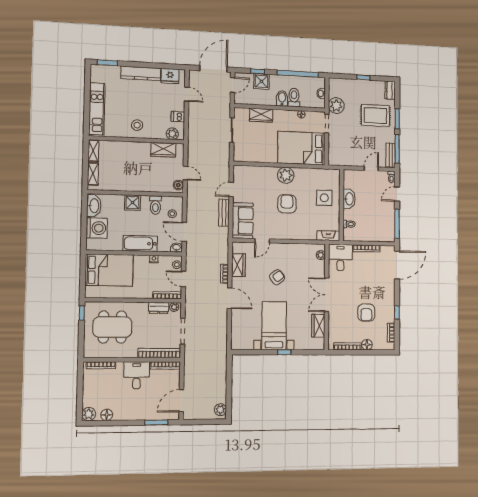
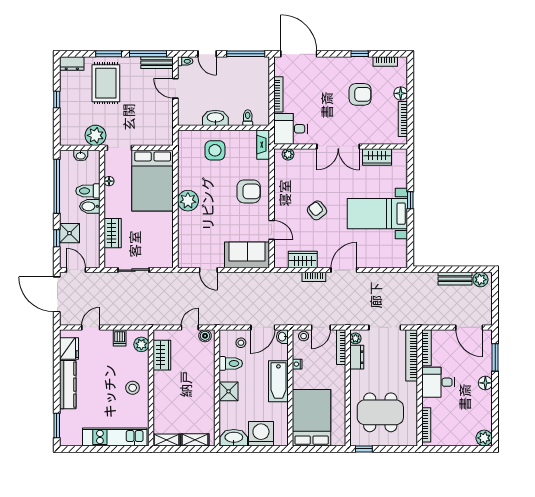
armchair: (287, 204) -> (249, 191), moved, turned 180
bench: (224, 213) -> (455, 279), moved
dining table: (112, 327) -> (380, 412), turned 90
floor lamp: (107, 415) -> (485, 383), moved

